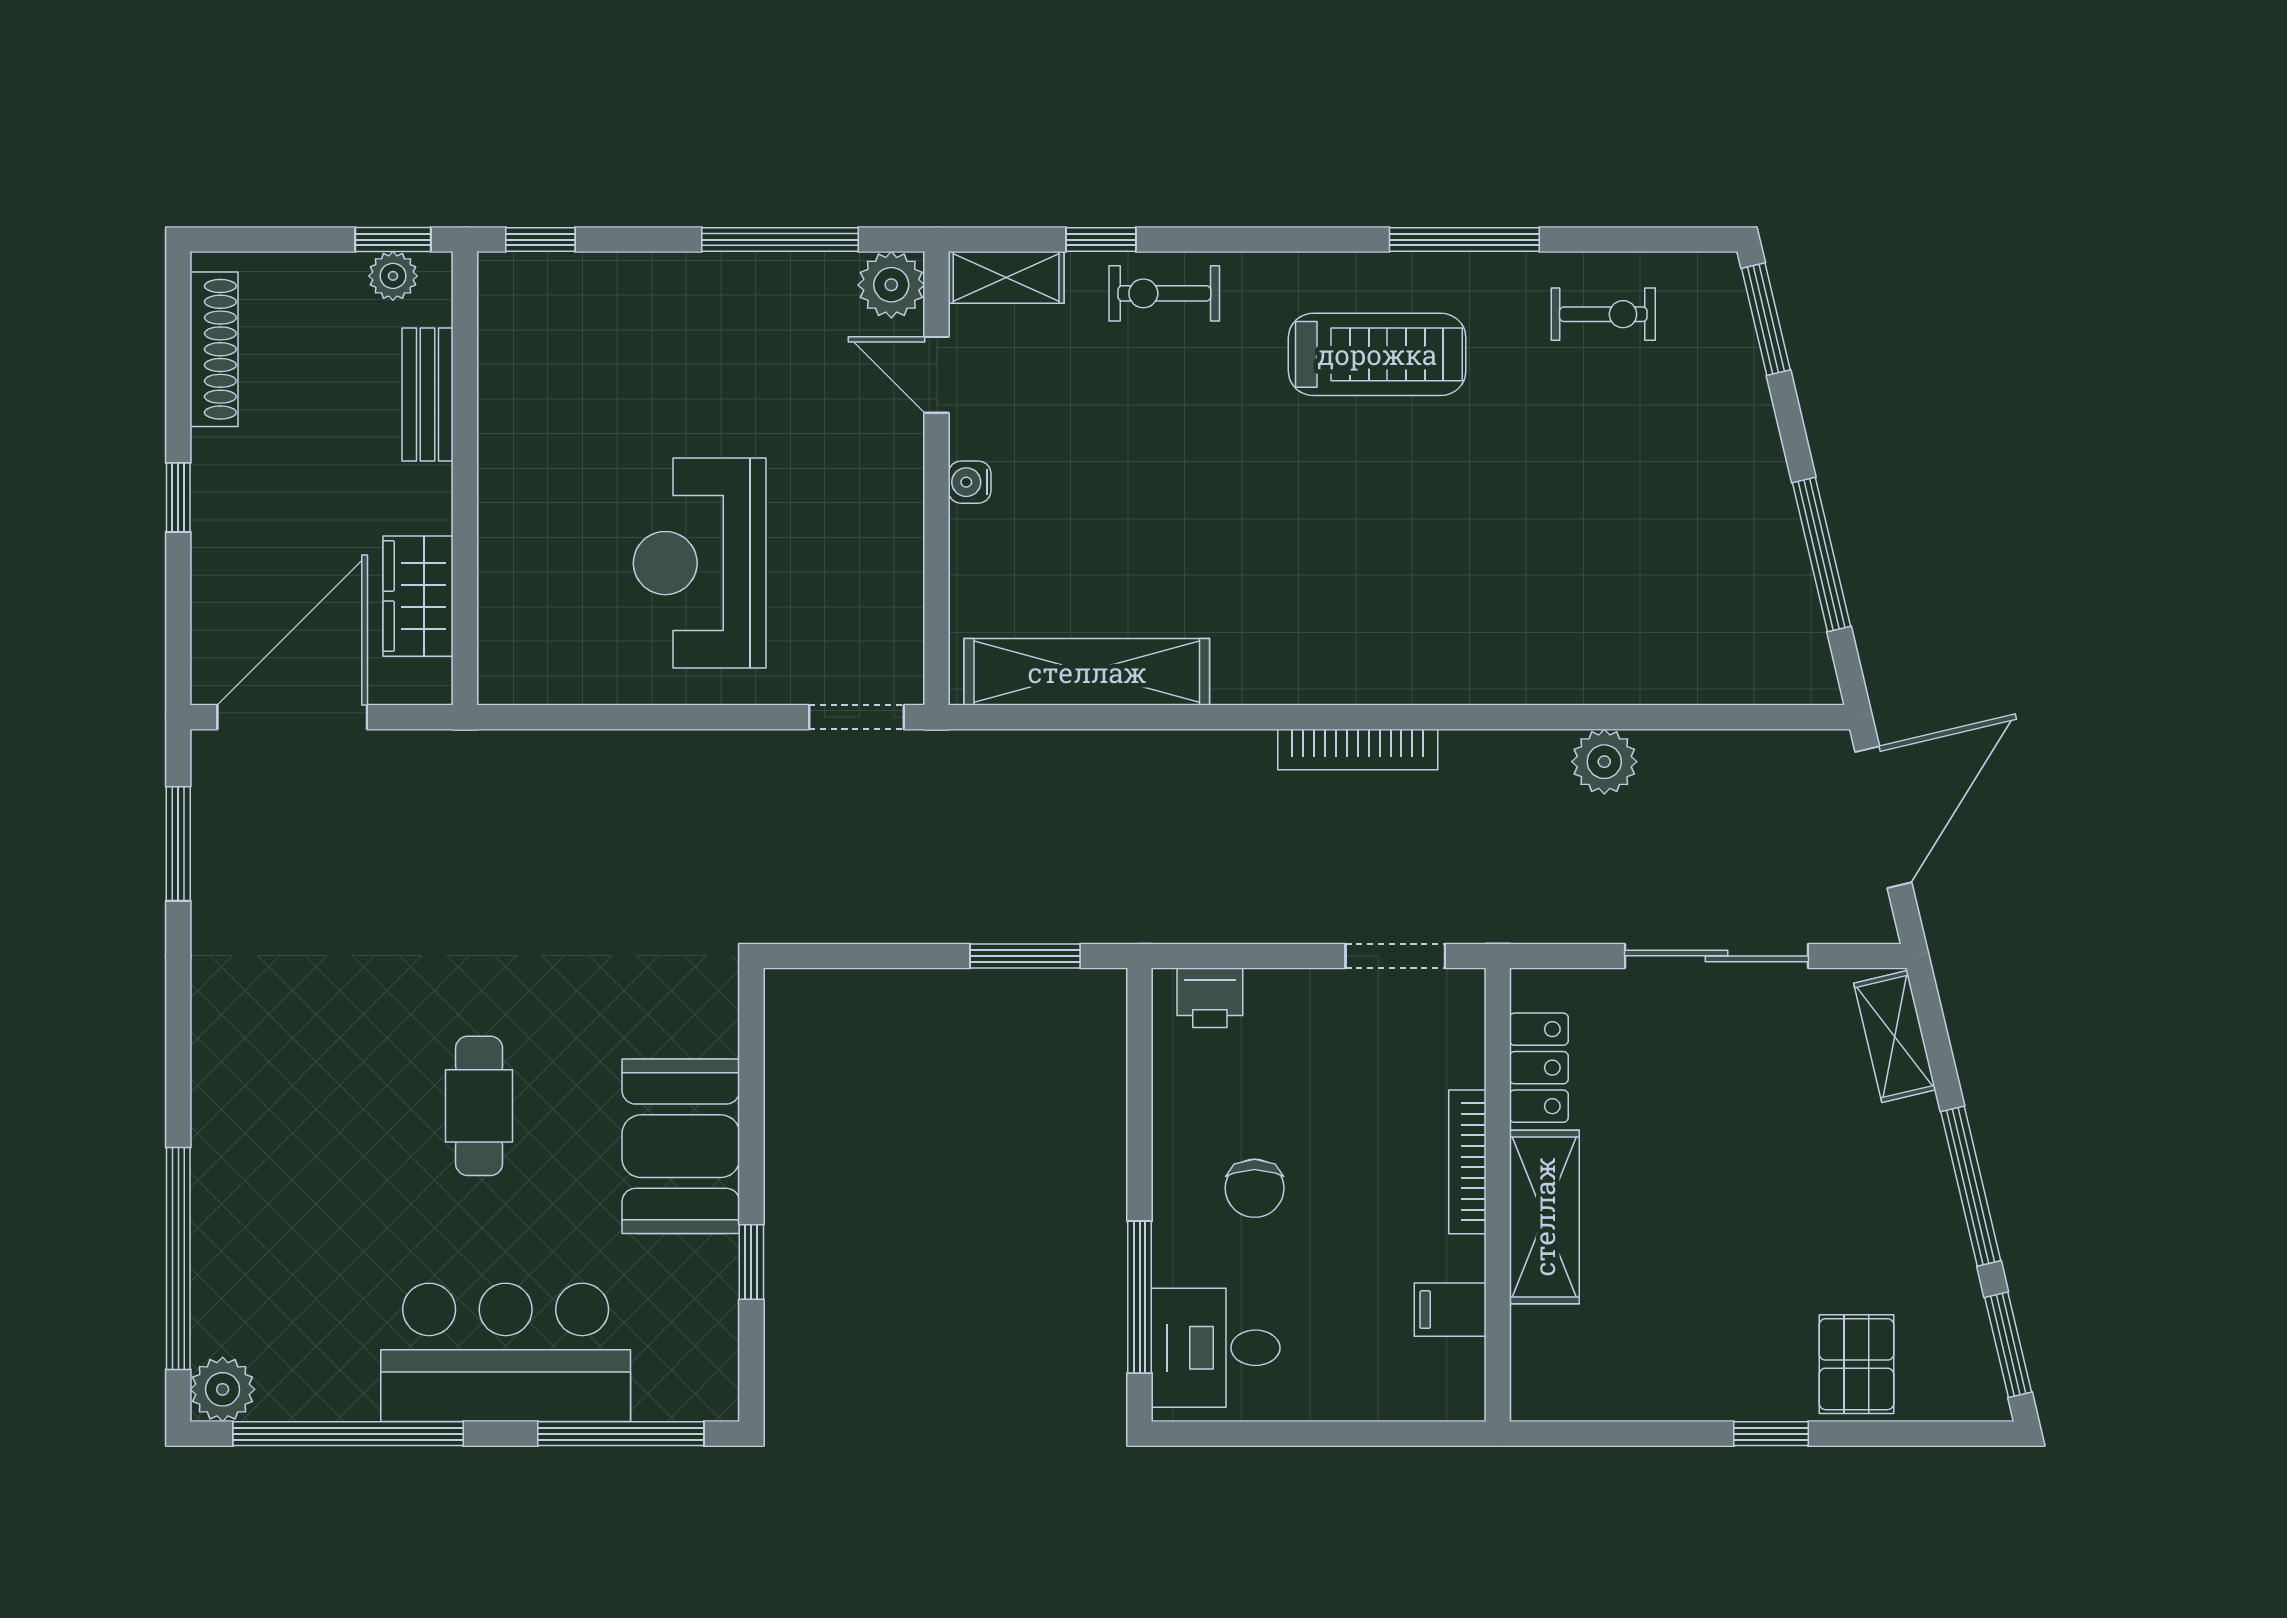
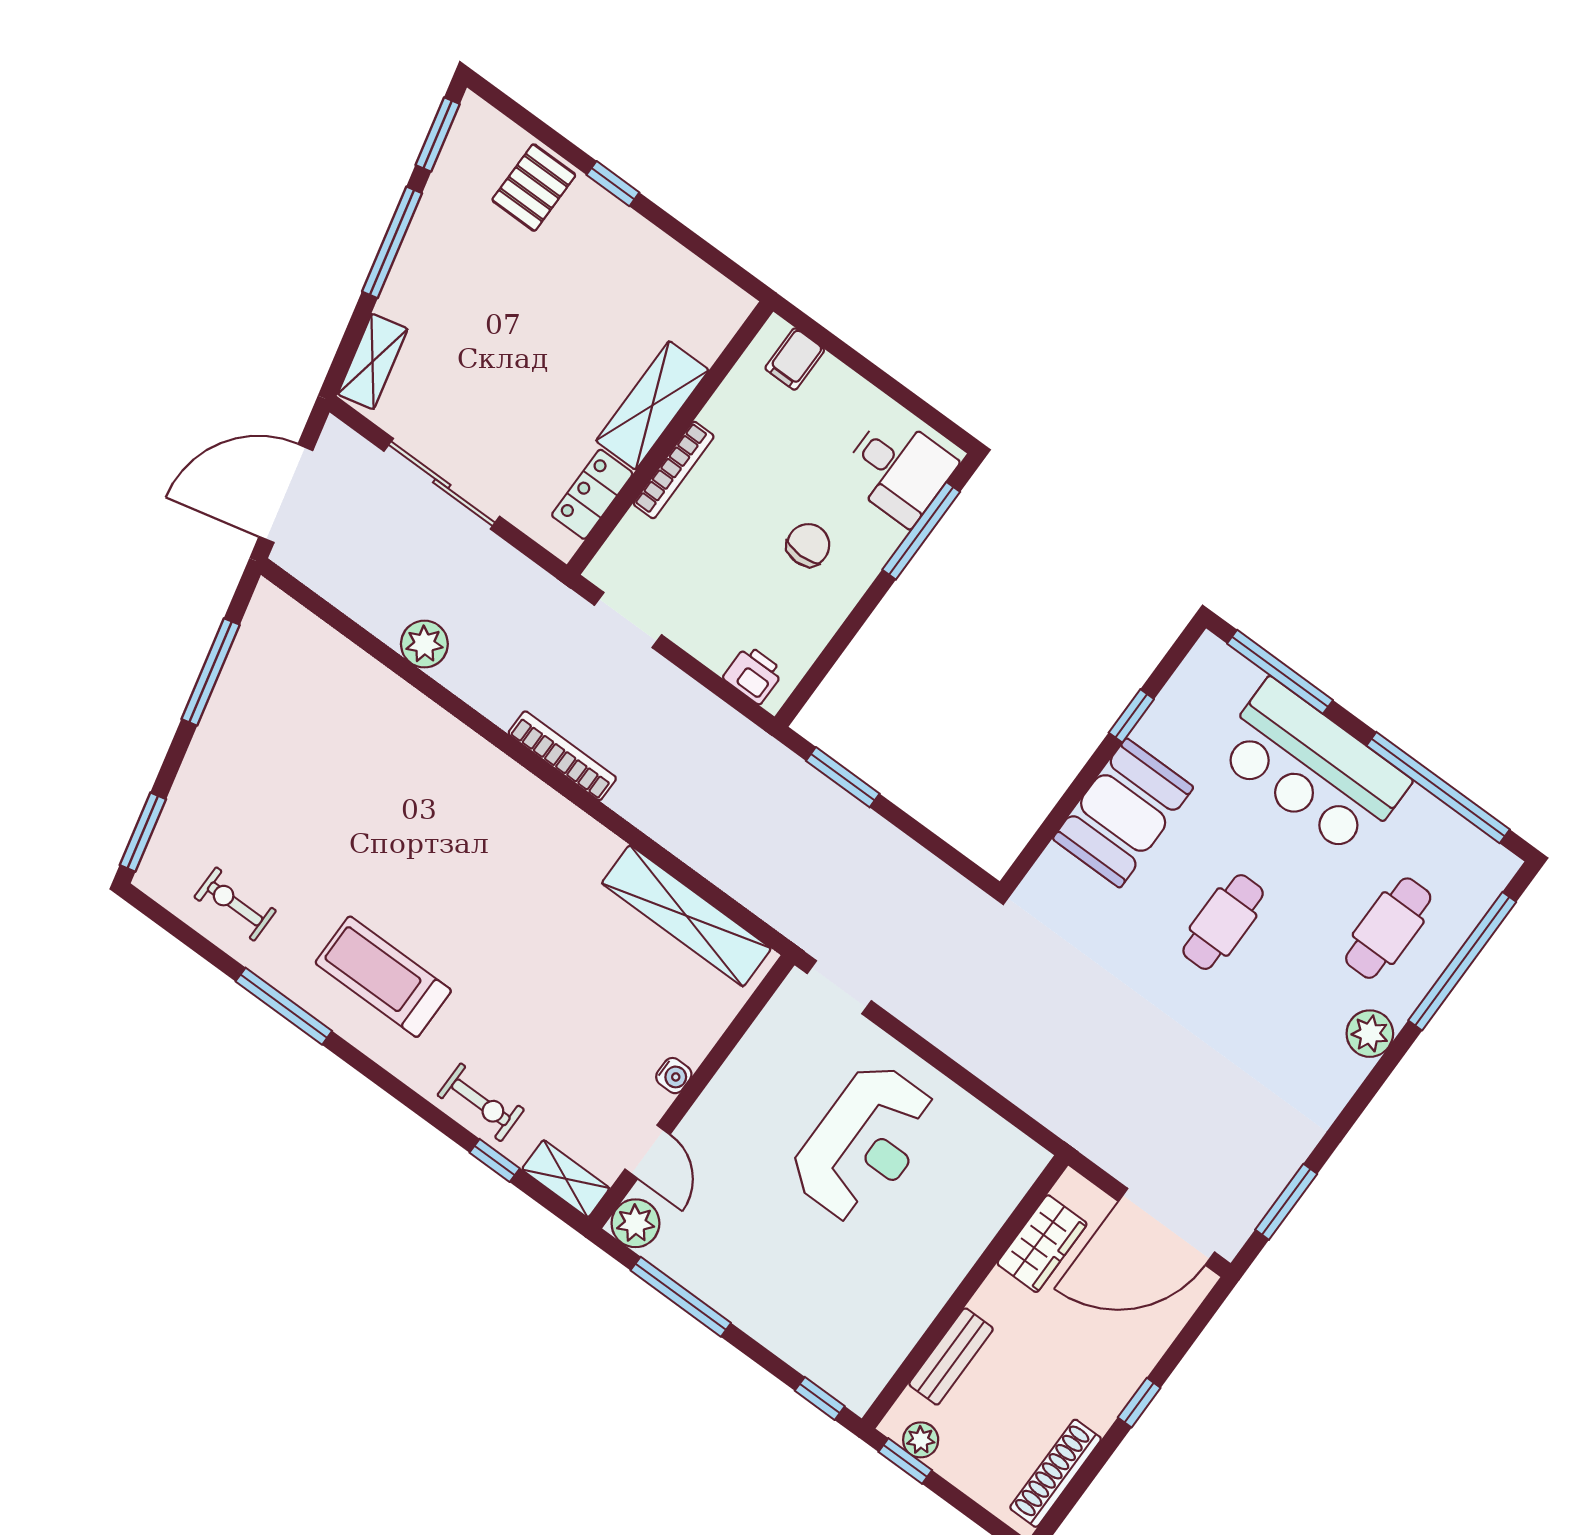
cafe table: (289, 1235) -> (1388, 928), added
filing cabinet: (1450, 1310) -> (795, 359), moved, turned 90
plant: (223, 1389) -> (1370, 1034), moved

